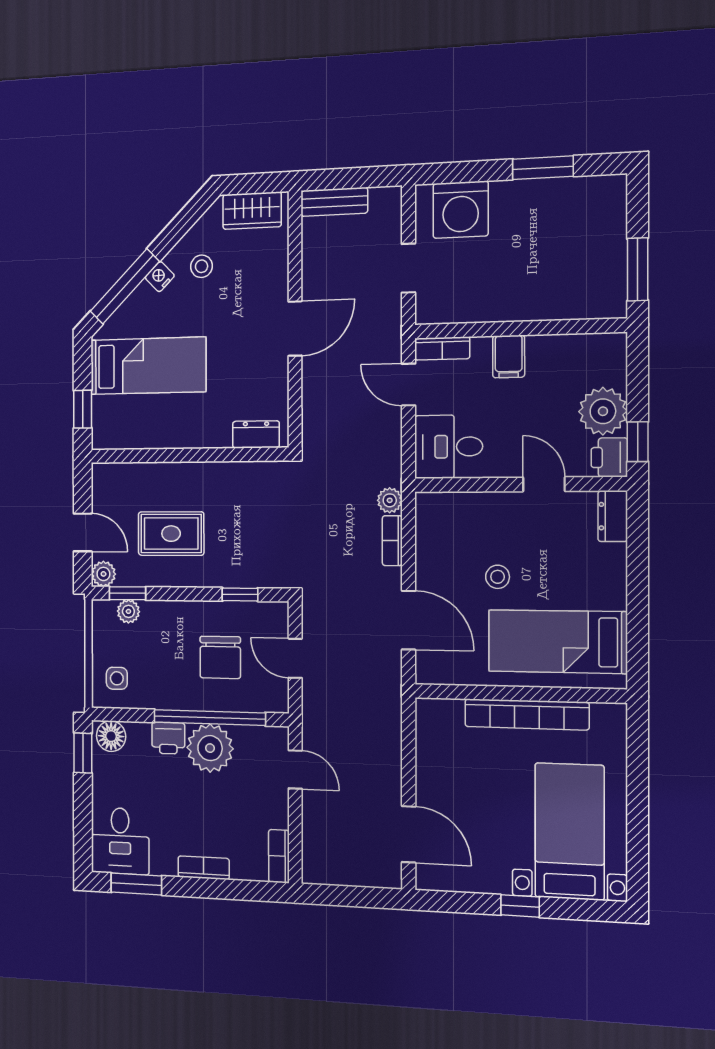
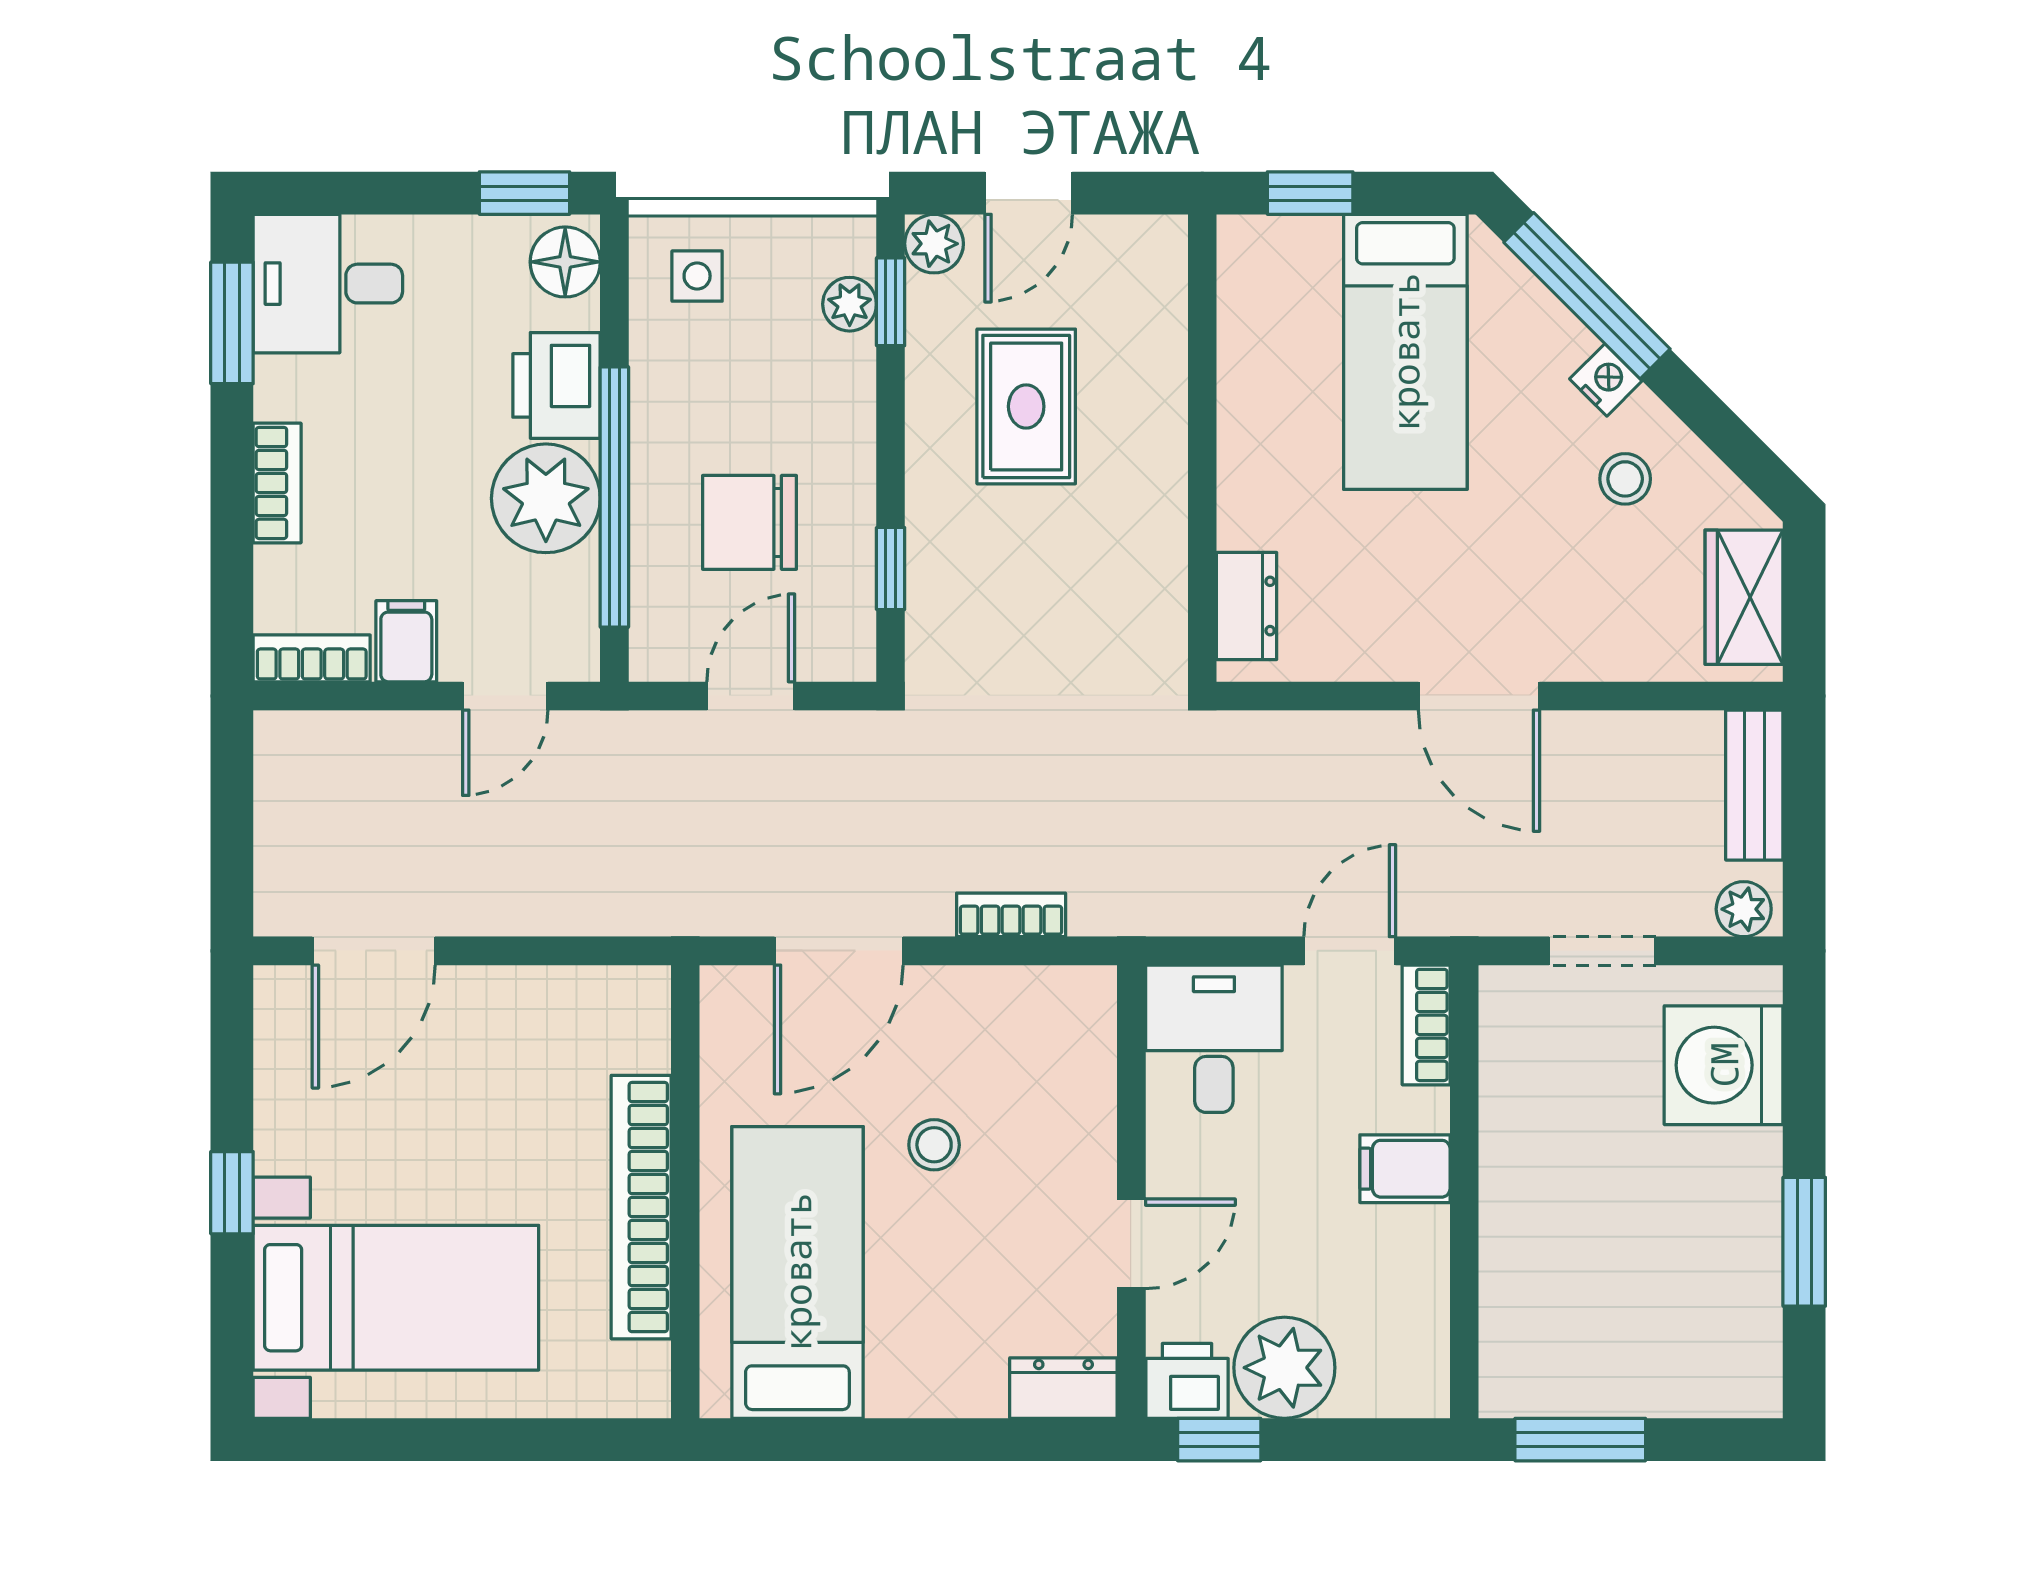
plant: (390, 500) -> (1744, 909), moved
printer: (168, 738) -> (557, 385), width x1.36, depth x1.24
filing cabinet: (271, 813) -> (406, 641), added

